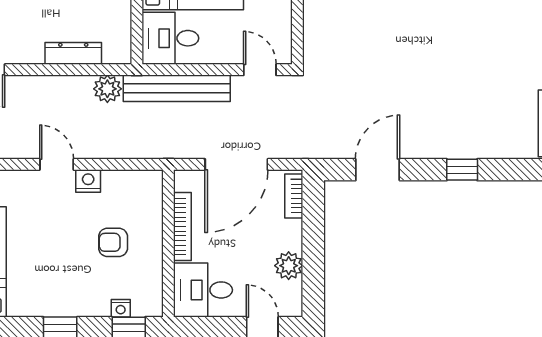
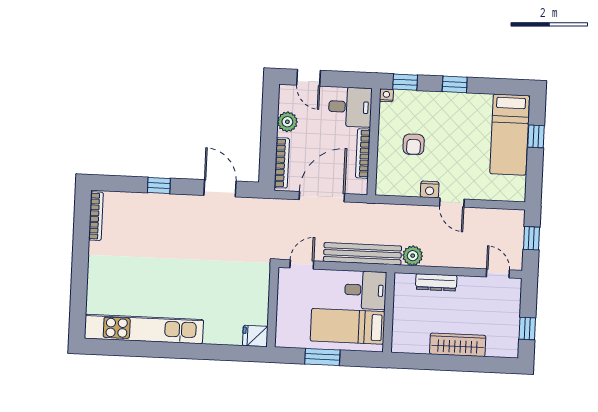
door: (260, 70) -> (302, 264), swing flipped
door: (378, 170) -> (220, 188), swing flipped
bookcase: (294, 196) -> (282, 163), width x1.56
armchair: (113, 242) -> (414, 144), turned 90
nightstand: (121, 308) -> (386, 95), moved

